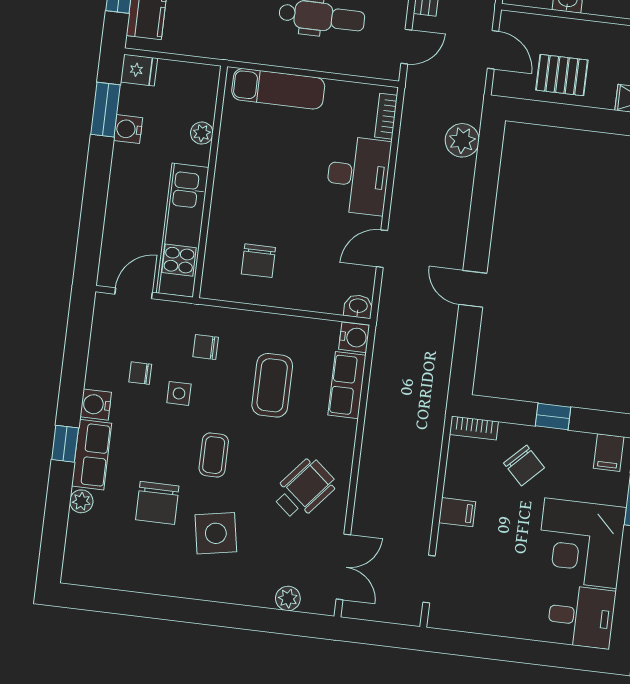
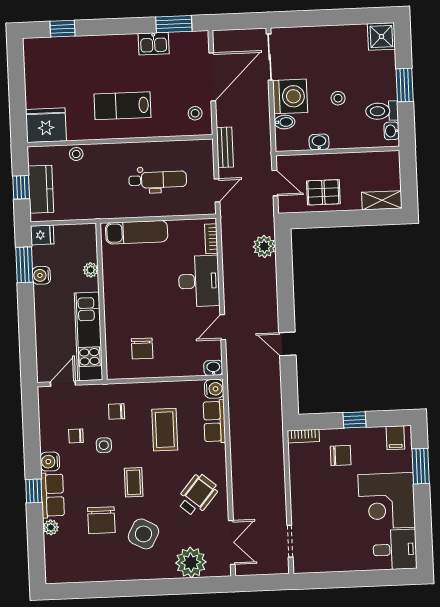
chair: (524, 465) -> (341, 455), turned -45
filing cabinet: (457, 512) -> (301, 494), removed
side table: (216, 533) -> (143, 534), turned 38
plant: (288, 598) -> (191, 562), width x1.87, depth x1.87

